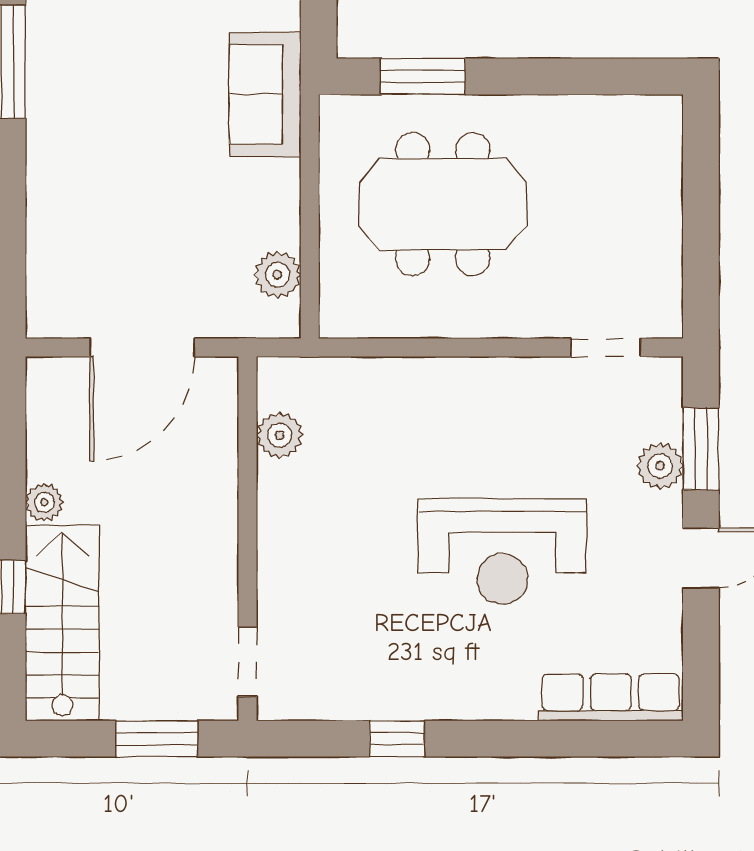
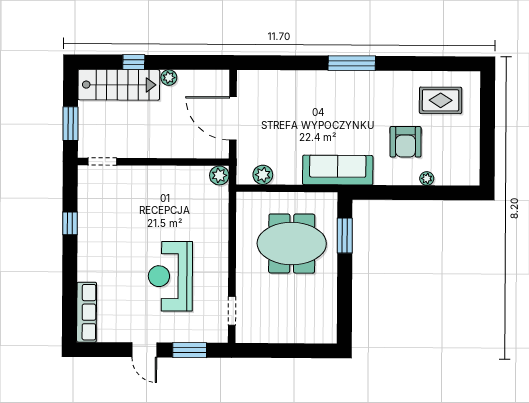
sofa: (265, 94) -> (338, 170), width x1.36
meeting table: (443, 204) -> (292, 244), turned 90
plant: (280, 435) -> (219, 175), moved
plant: (660, 466) -> (183, 333), removed
reception desk: (502, 552) -> (170, 276), moved

